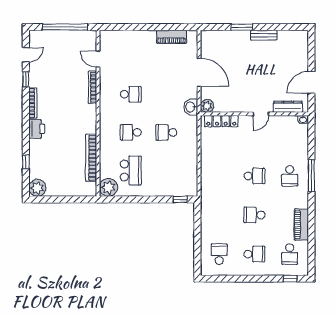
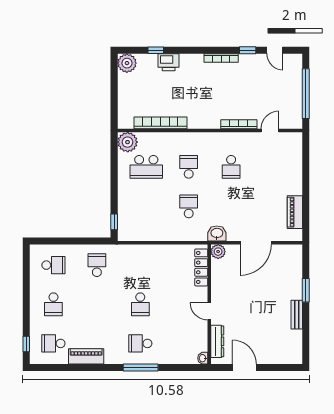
printer: (37, 129) -> (169, 62), moved
school desk: (254, 215) -> (97, 265), moved

